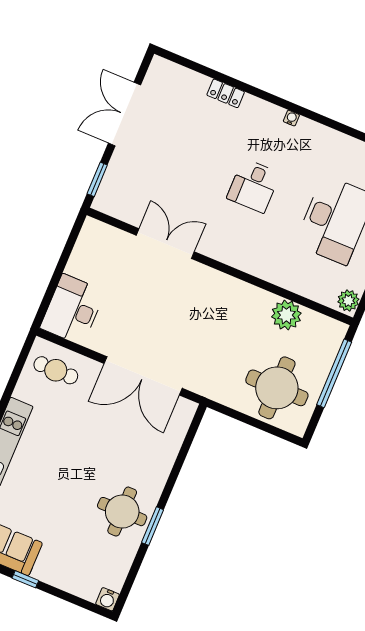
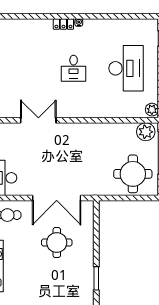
locker: (226, 93) -> (63, 24), moved
plant: (286, 315) -> (146, 132), moved
round table: (122, 512) -> (57, 243), moved

